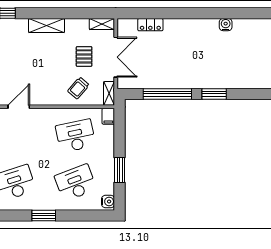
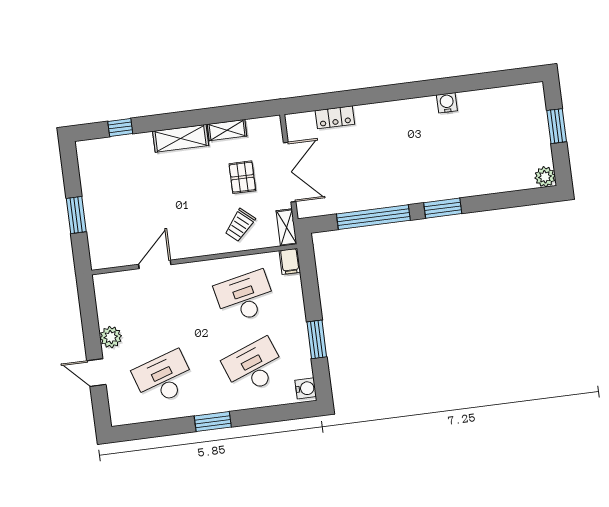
shelving: (102, 24) -> (227, 130), moved

